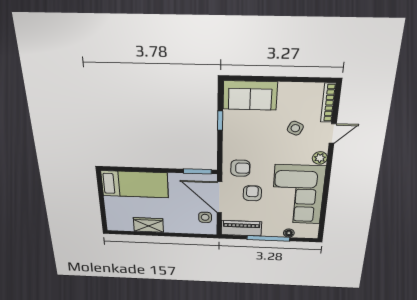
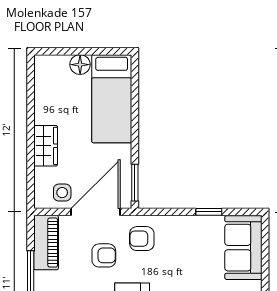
armchair: (240, 168) -> (142, 239), turned 90
floor lamp: (112, 203) -> (80, 65), added
wardrobe: (148, 225) -> (46, 146), moved

